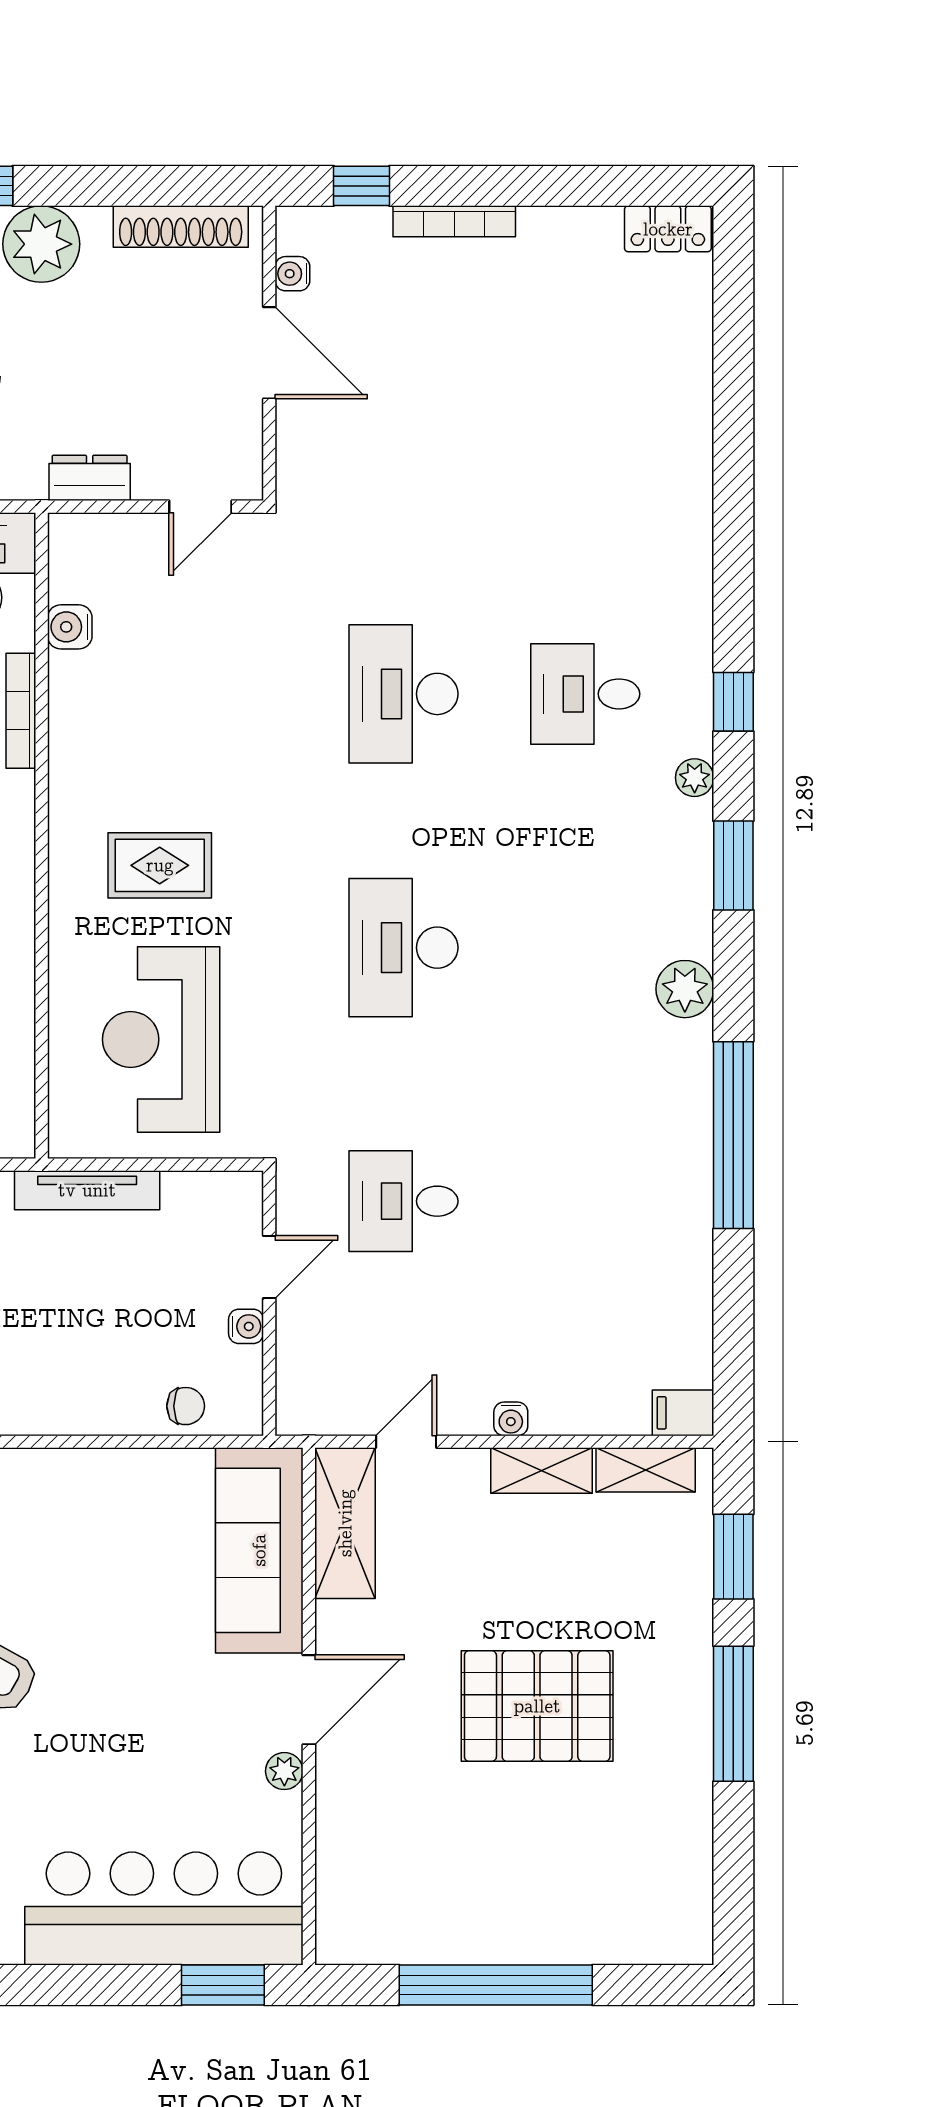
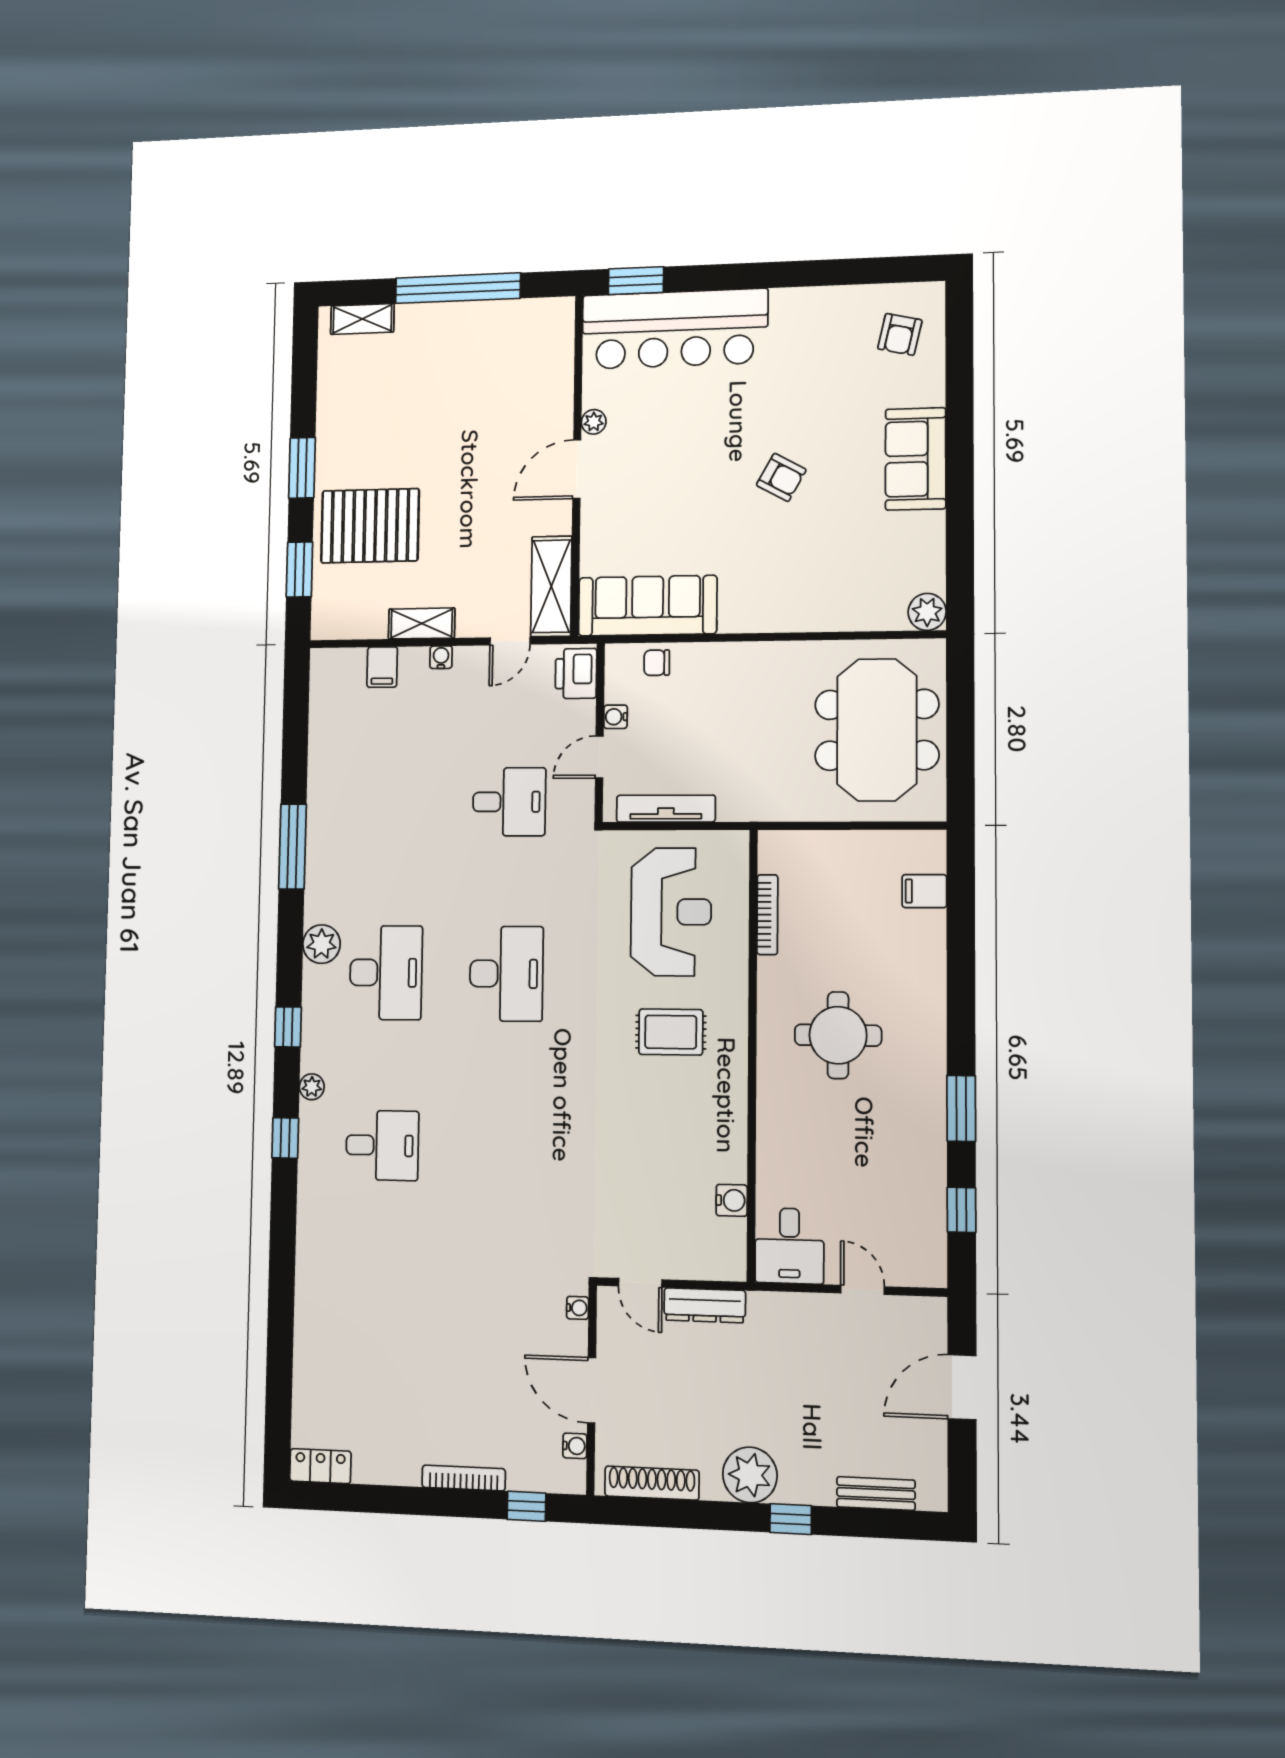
water cooler: (291, 468) -> (578, 1308), added
dresser: (90, 478) -> (705, 1305), width x1.44
door: (200, 507) -> (640, 1283), swing flipped
desk: (403, 694) -> (386, 973), moved
bookcase: (21, 711) -> (767, 915), moved
window: (733, 866) -> (288, 1027), width x0.67
window: (733, 1135) -> (292, 846), width x0.68
tv unit: (87, 1190) -> (666, 809), moved
printer: (306, 1392) -> (576, 673), added
filing cabinet: (683, 1413) -> (382, 667), moved, turned 90
shelving: (646, 1470) -> (362, 319), moved
sofa: (259, 1550) -> (648, 606), moved, turned -90
pallet: (537, 1706) -> (370, 526), moved
window: (733, 1714) -> (302, 468), width x0.69

